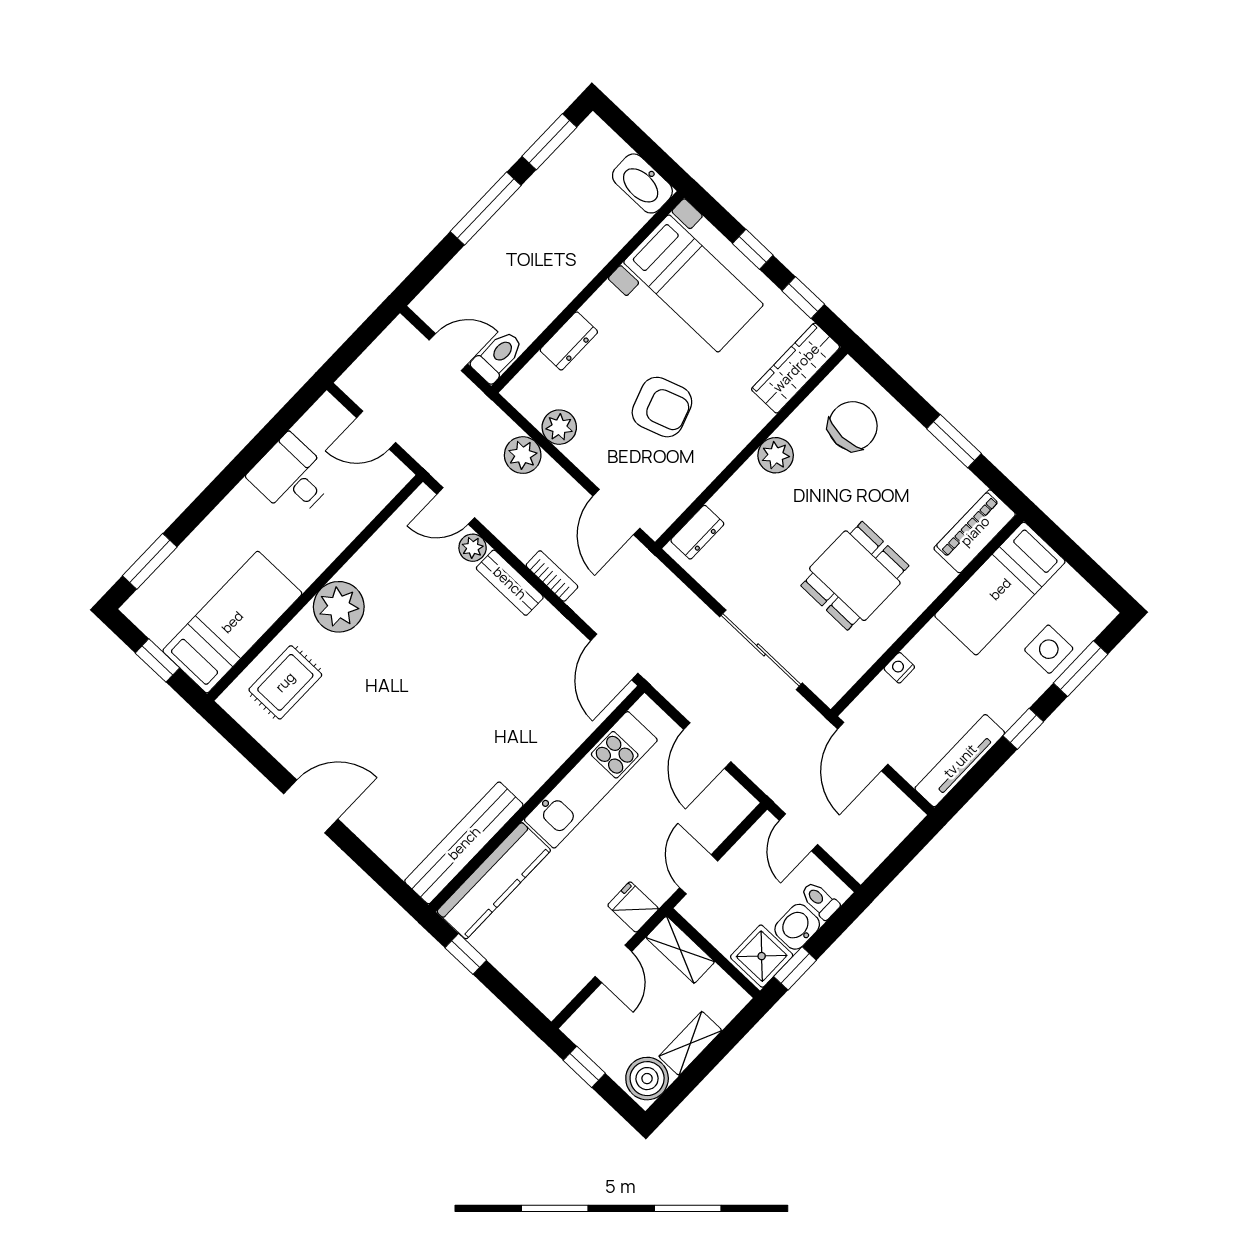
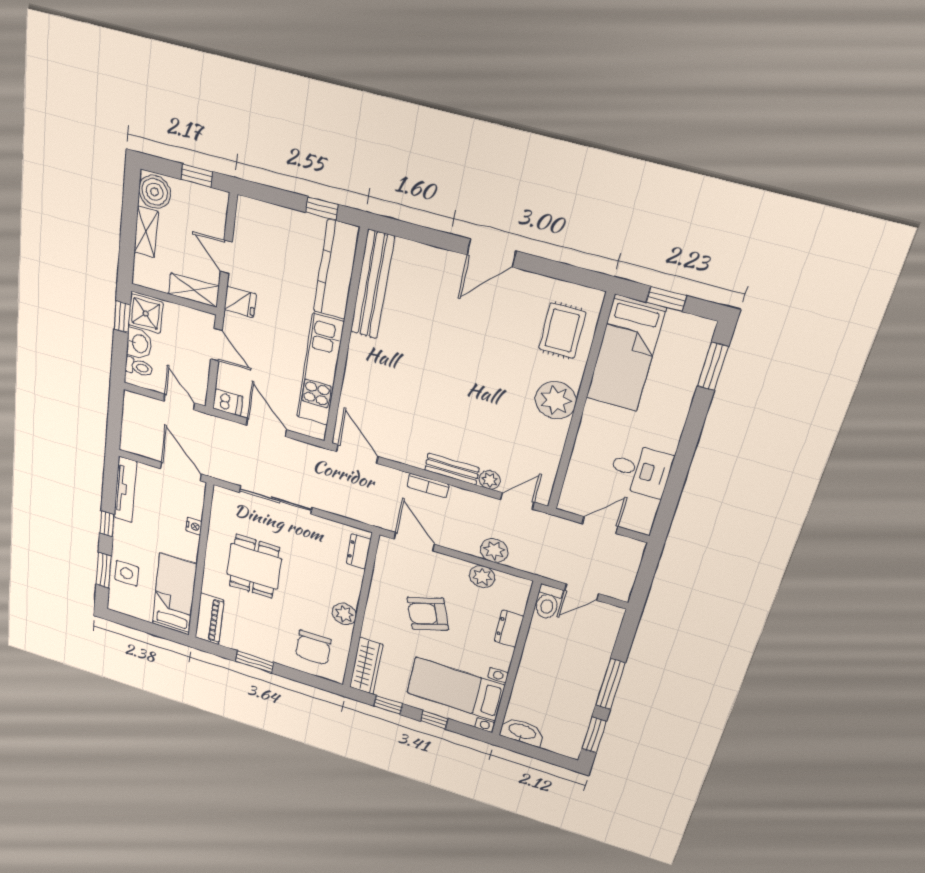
dishwasher: (735, 800) -> (228, 402), added

